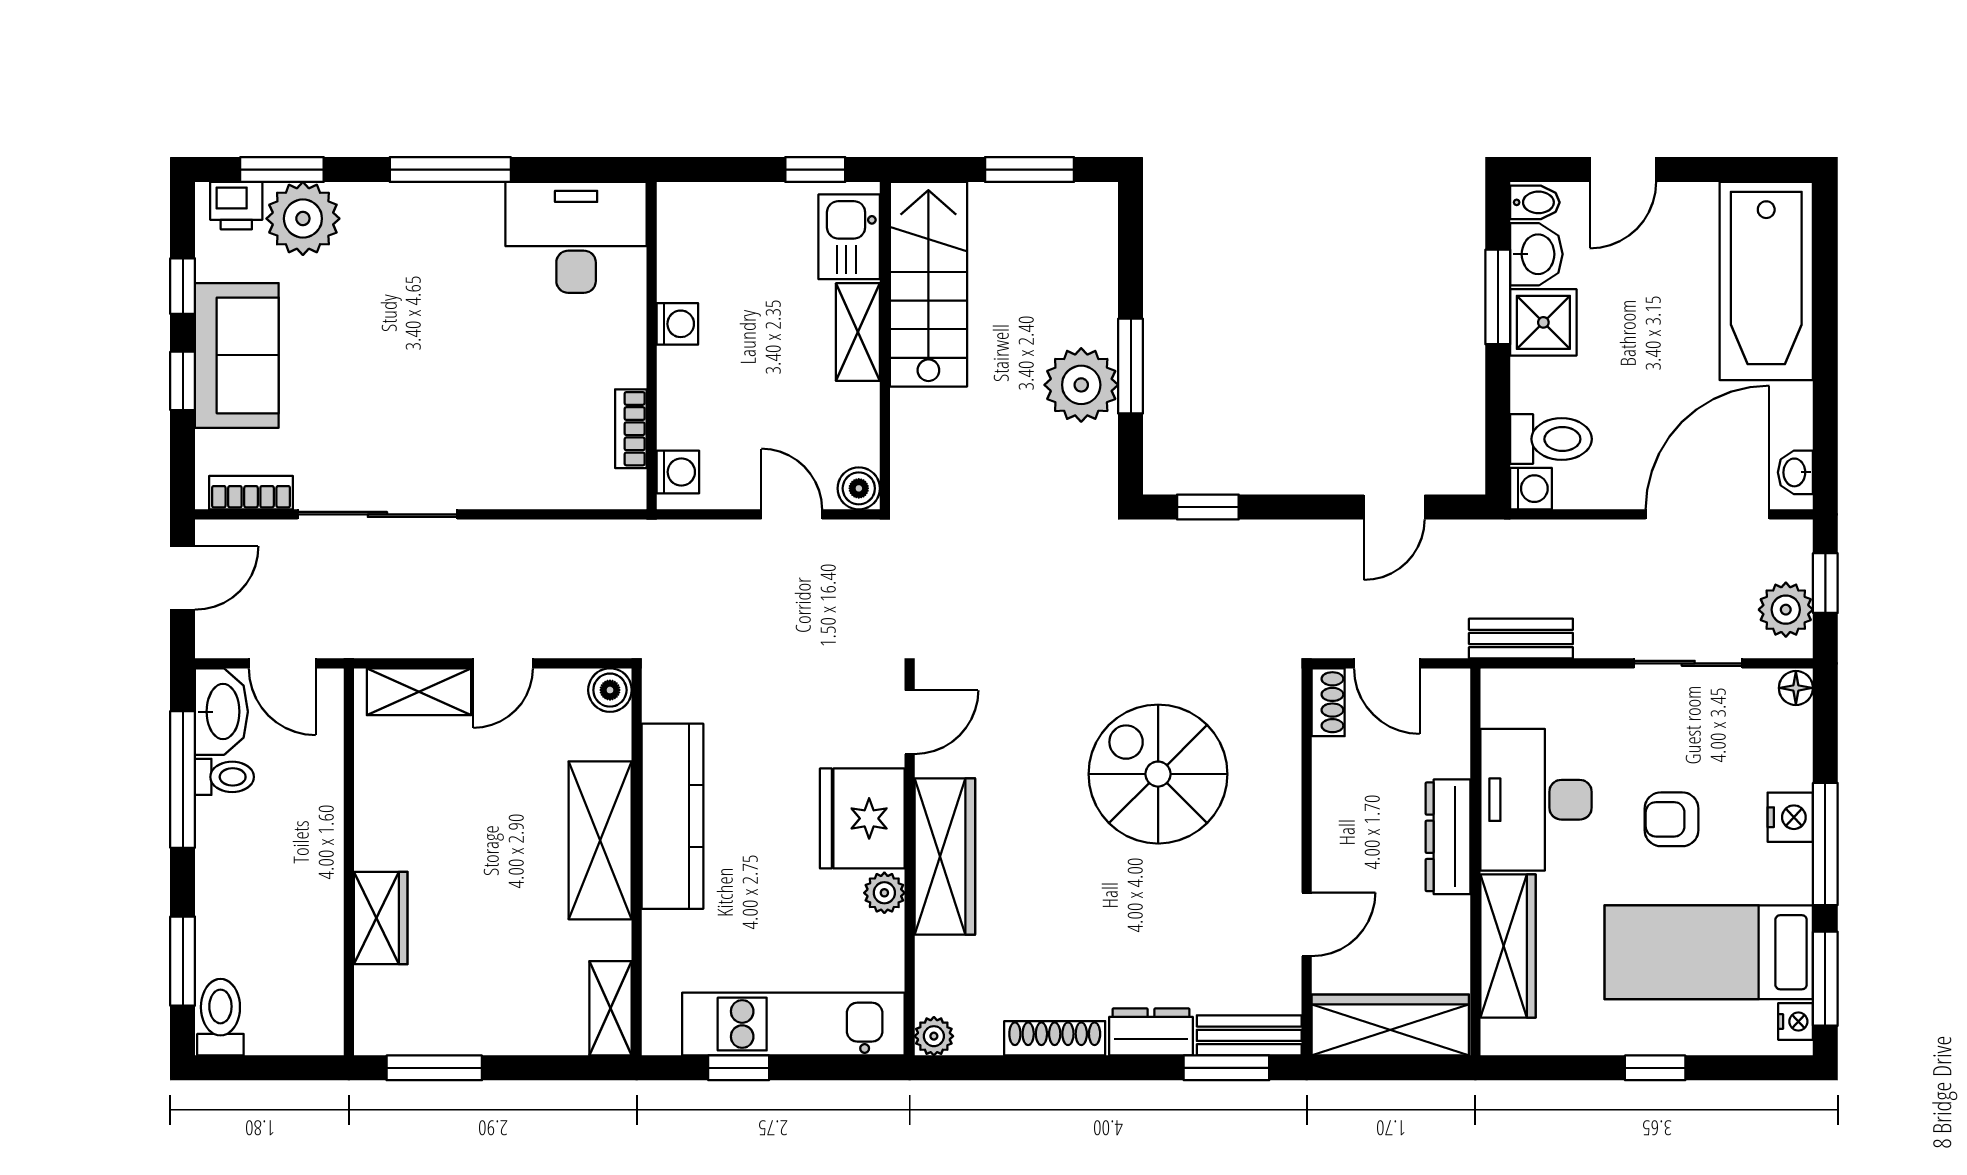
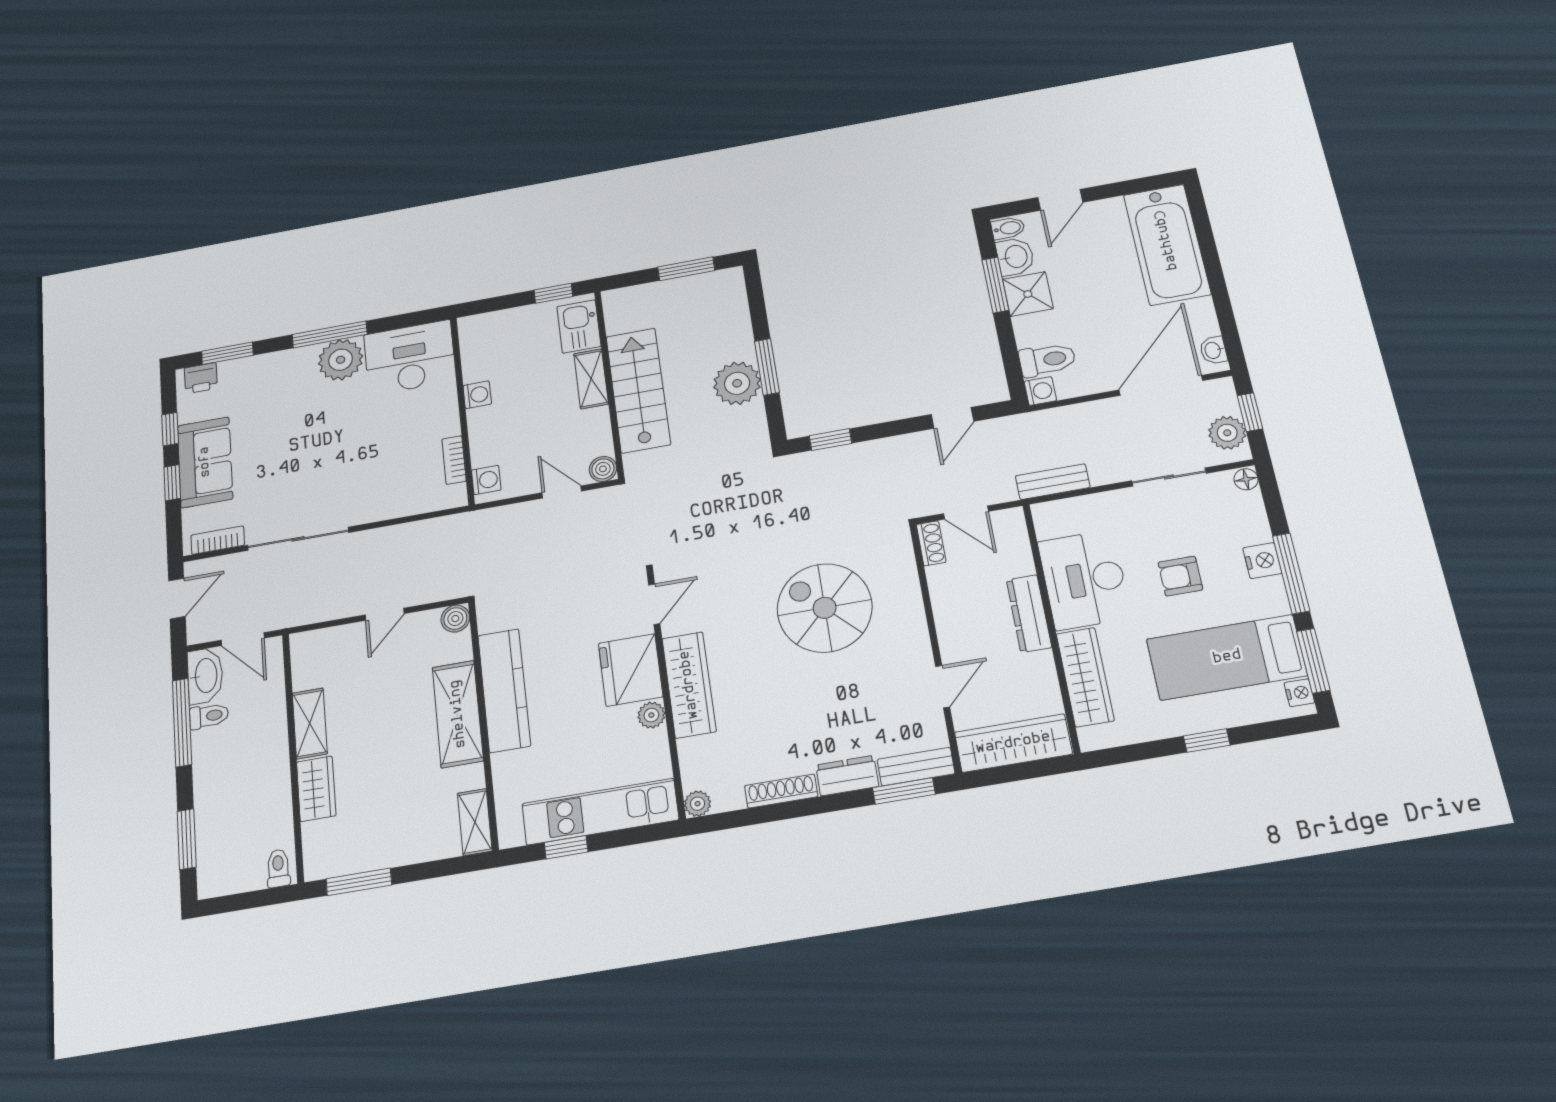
plant: (303, 219) -> (341, 360), moved
stairs: (928, 284) -> (638, 390), moved
shelving: (419, 692) -> (310, 723), moved, turned 90
toilet: (220, 1017) -> (278, 868), moved, width x0.73, depth x0.72

